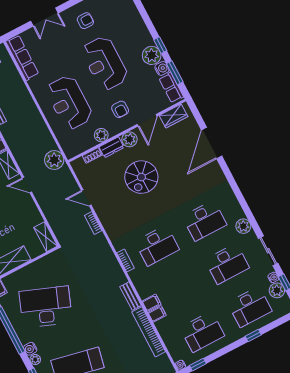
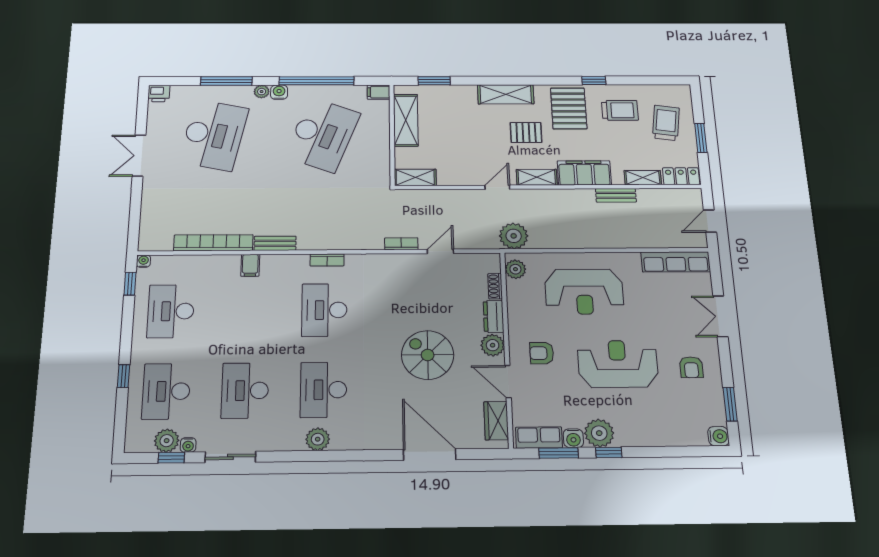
reception desk: (69, 103) -> (584, 292), turned 180
plant: (101, 135) -> (515, 269), moved
spiral stairs: (141, 177) -> (428, 355), moved
plant: (243, 226) -> (318, 439), moved
filing cabinet: (157, 314) -> (231, 265), removed

